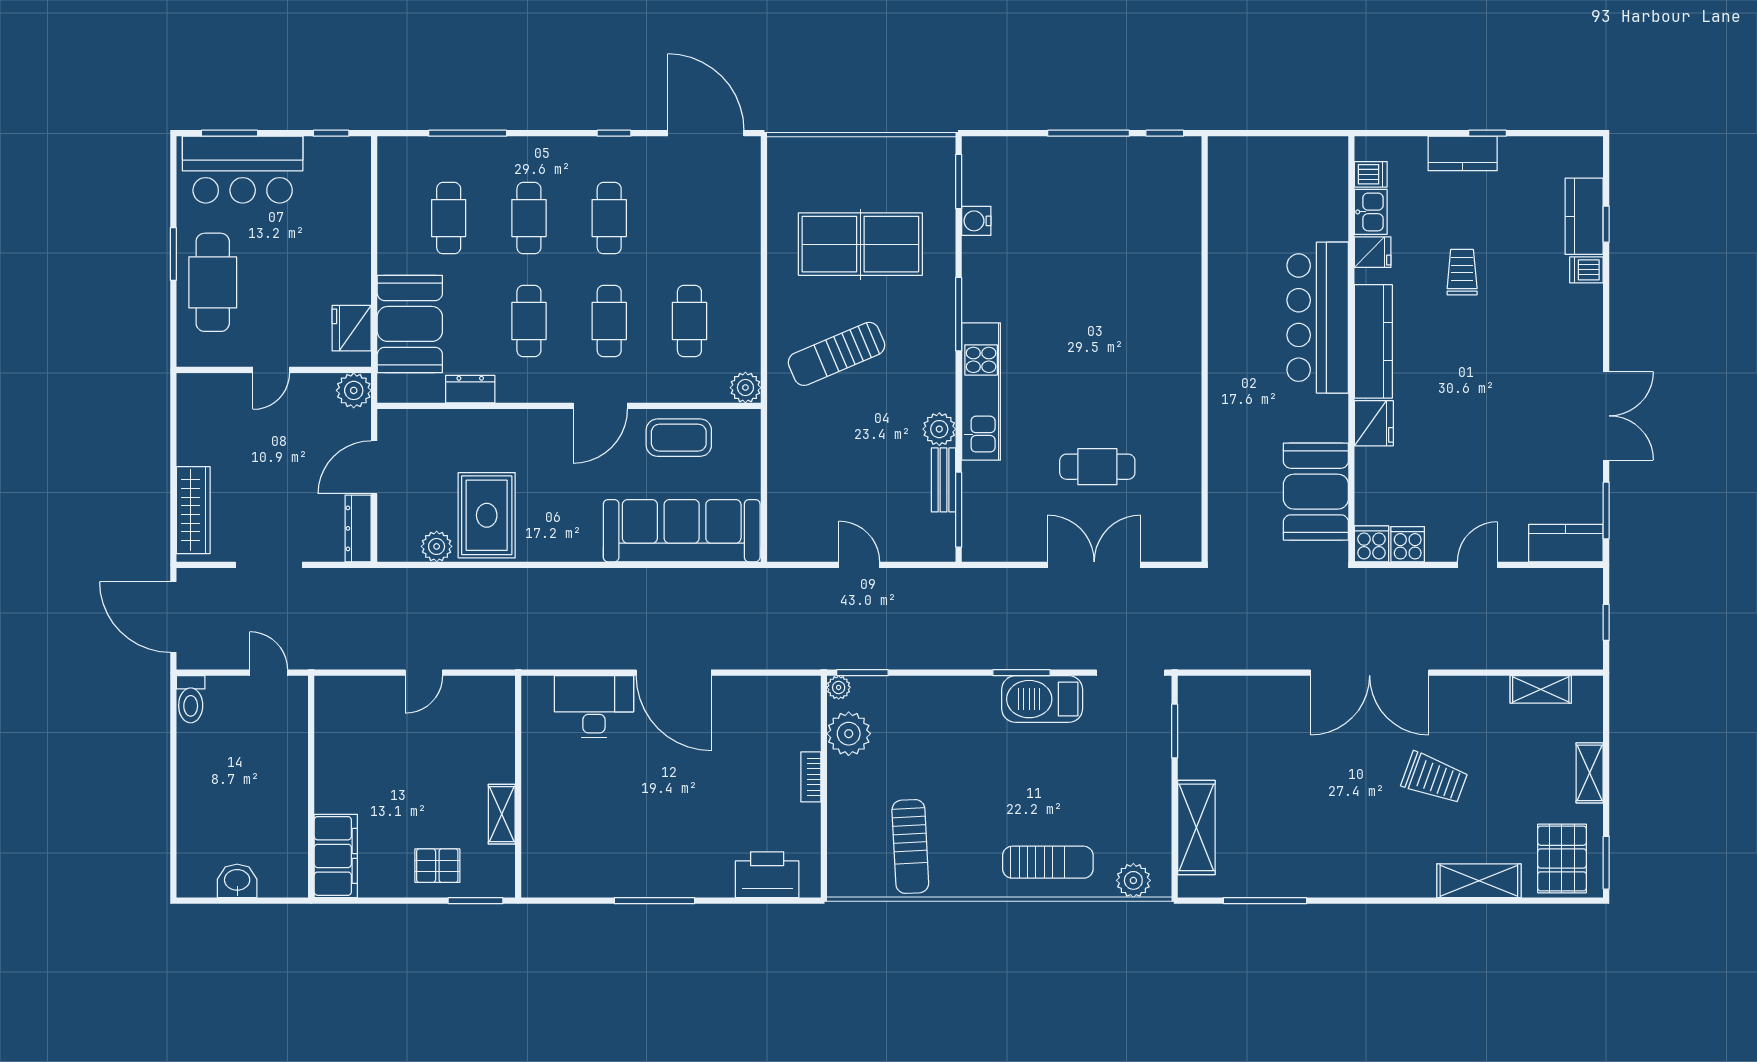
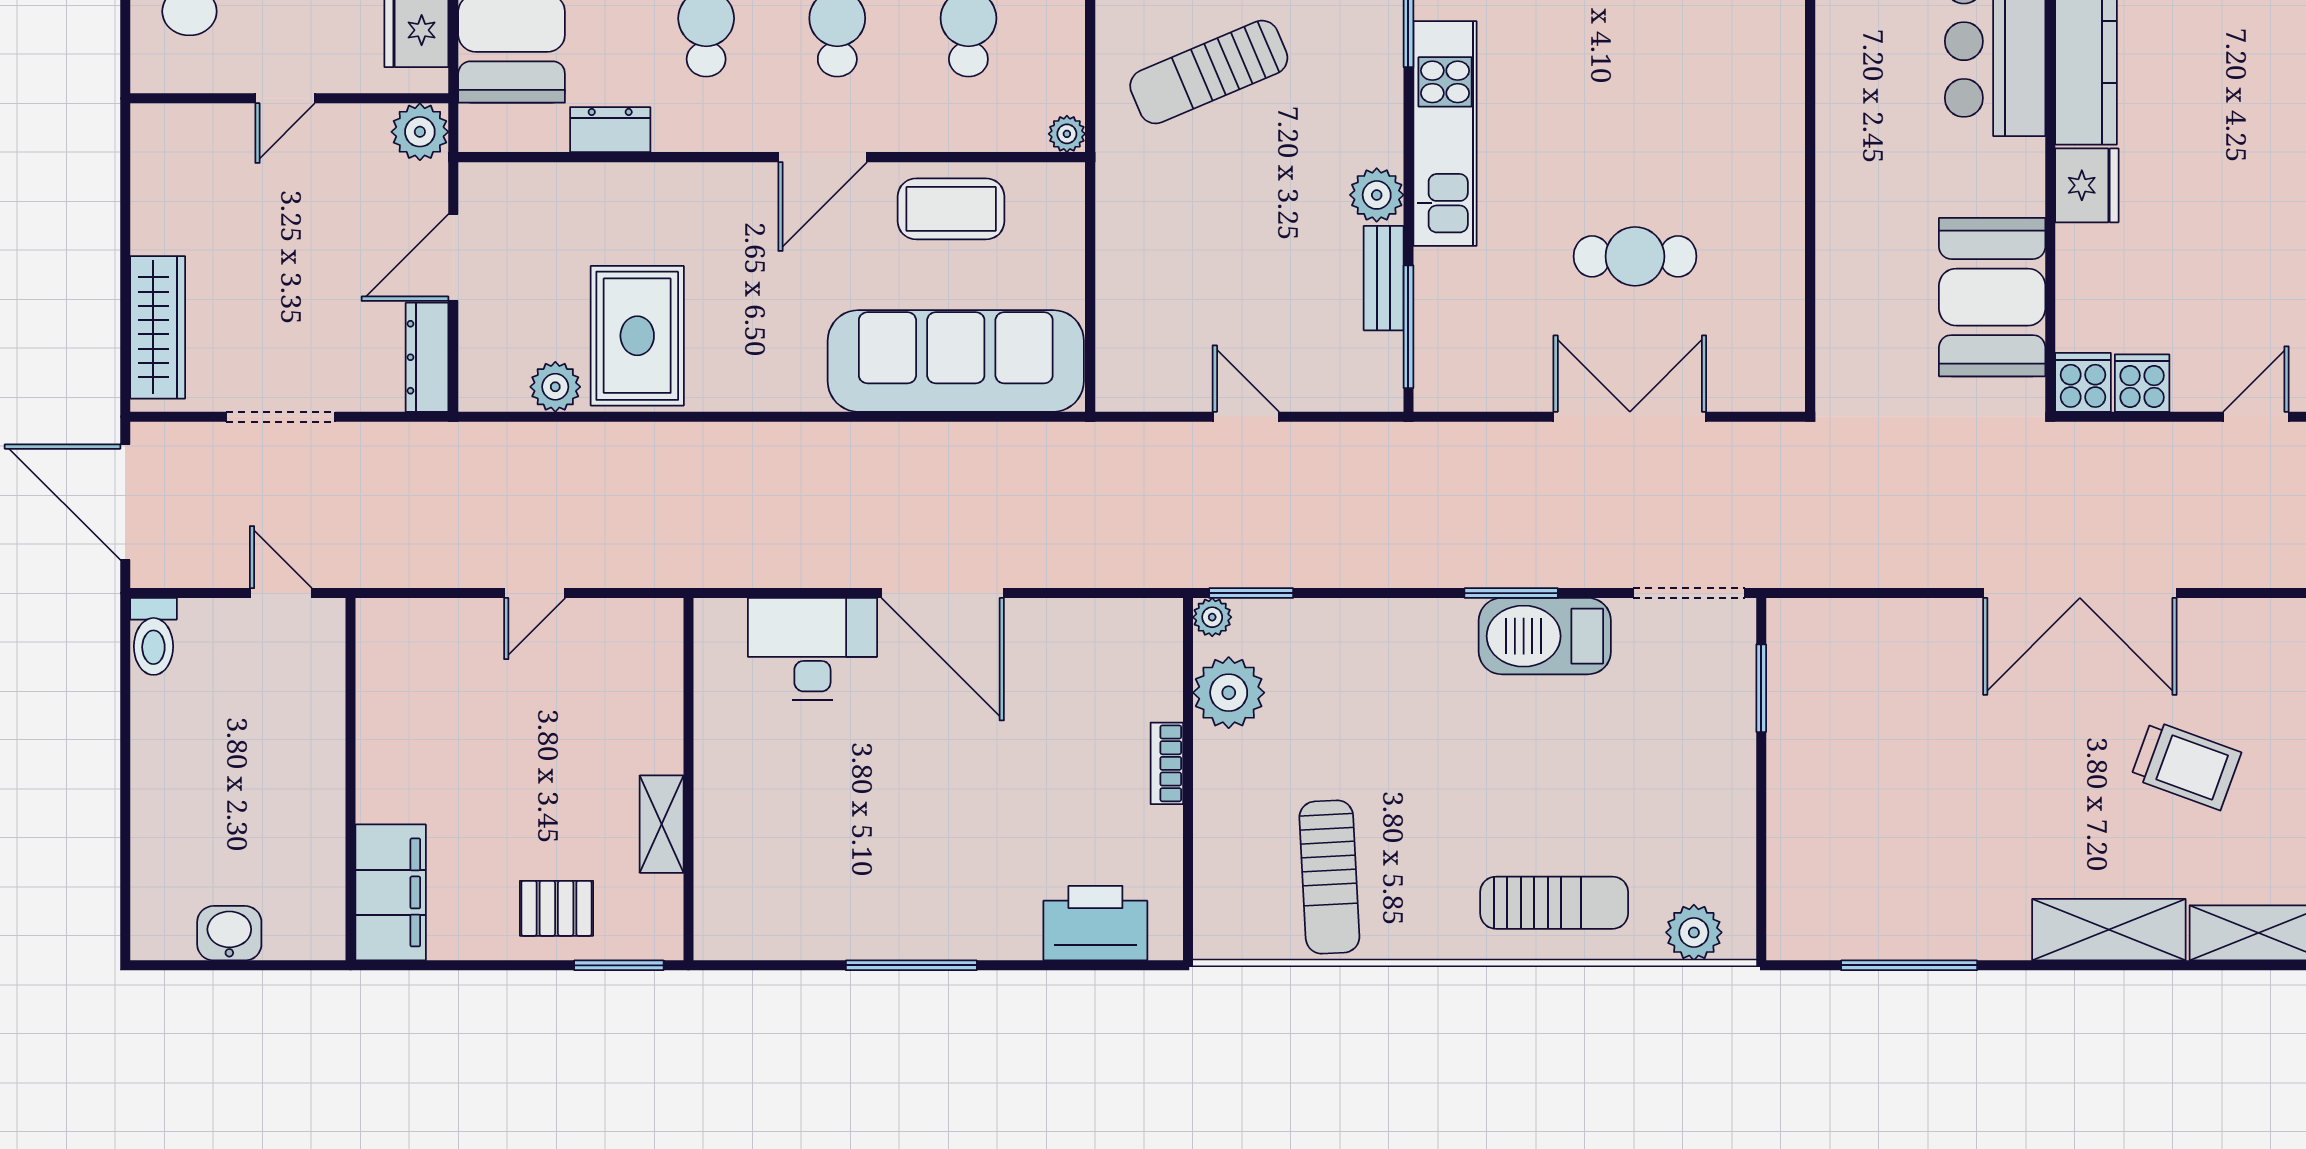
plant: (745, 388) -> (1067, 134), width x0.73, depth x0.73
shelving: (1196, 827) -> (2109, 930), moved, turned 90

